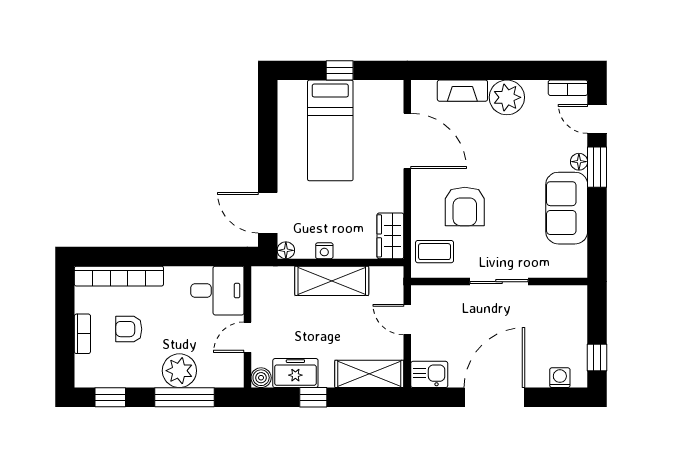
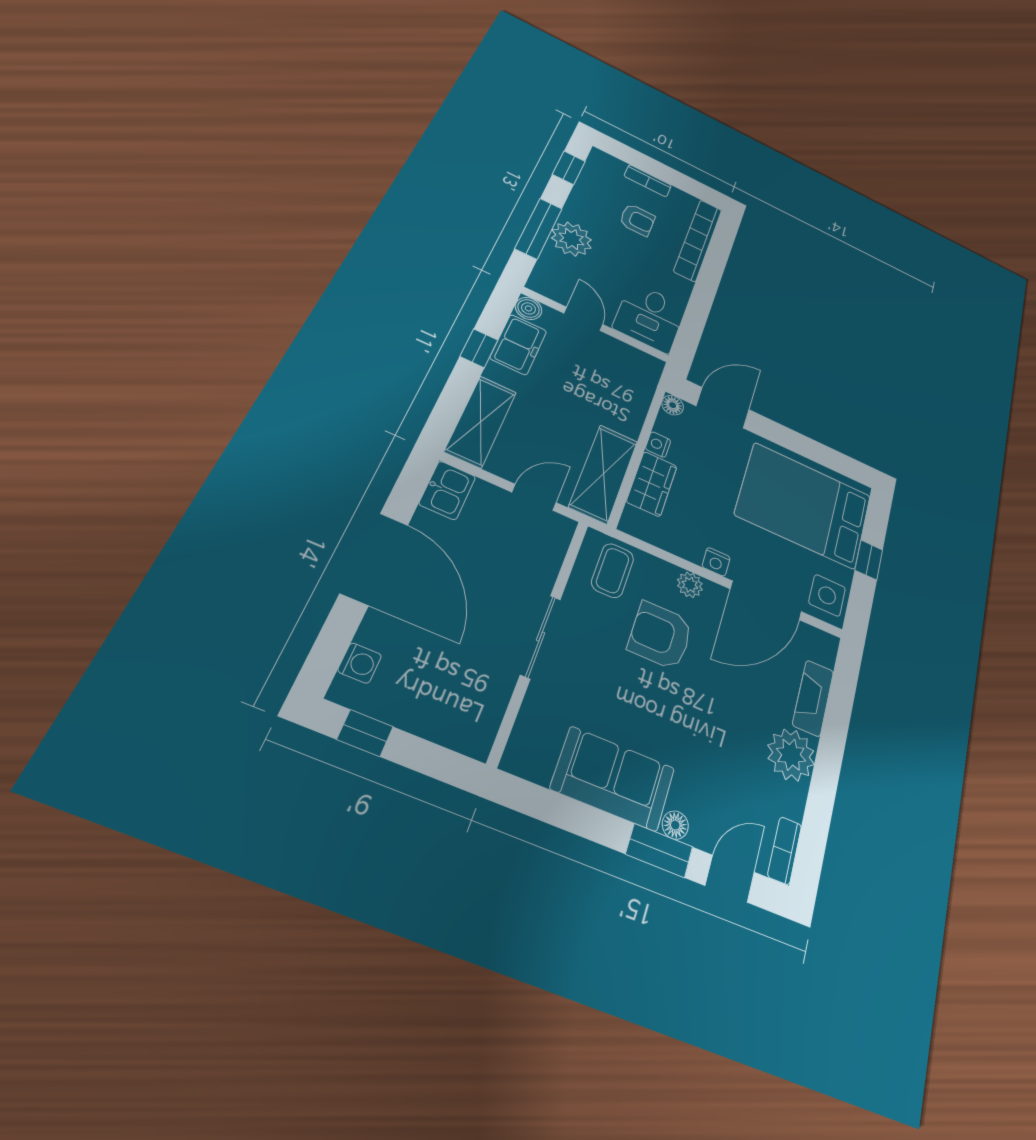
side table: (383, 97) -> (827, 595), added
bed: (330, 130) -> (804, 505), width x1.50
nightstand: (395, 184) -> (716, 562), added
plant: (421, 197) -> (690, 585), added
wardrobe: (390, 236) -> (652, 484), moved, turned 90
shelving: (332, 281) -> (604, 474), moved
armchair: (129, 329) -> (637, 220), turned 90

